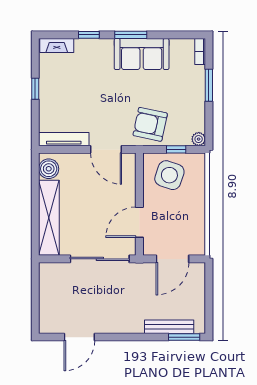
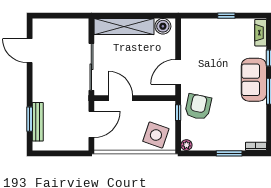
sofa: (142, 54) -> (254, 80), moved
tv unit: (64, 139) -> (186, 38), removed
window: (176, 149) -> (178, 113), moved
side table: (169, 175) -> (156, 135), moved
door: (173, 259) -> (91, 124), swing flipped
window: (184, 337) -> (30, 119), moved

